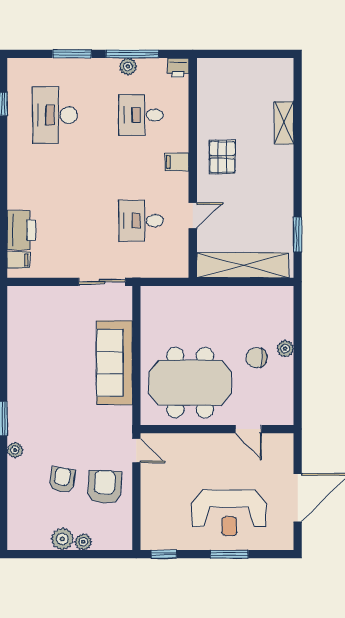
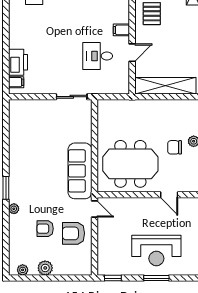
filing cabinet: (177, 162) -> (121, 30), moved
sofa: (114, 363) -> (80, 171), moved
armchair: (62, 480) -> (45, 229), turned -99
armchair: (105, 487) -> (73, 233), turned -93
plant: (83, 542) -> (23, 270), moved

